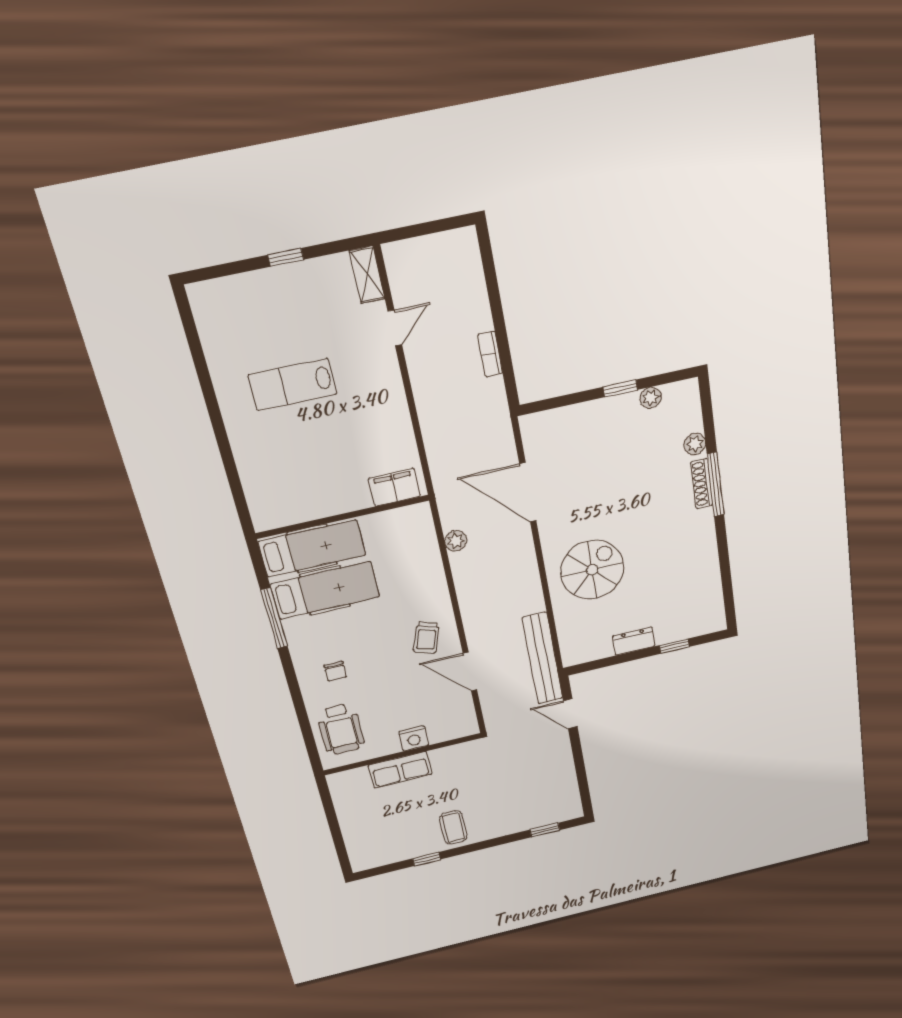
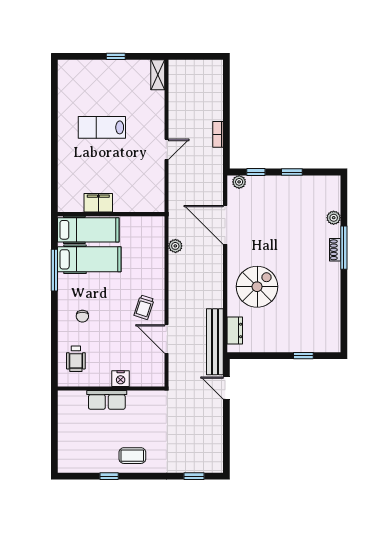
door: (395, 328) -> (166, 149), moved
plant: (651, 398) -> (239, 182), moved
window: (563, 401) -> (256, 172), added
shoe rack: (702, 484) -> (335, 250), width x0.70
filing cabinet: (394, 487) -> (98, 203), moved
dresser: (634, 641) -> (235, 330), moved, turned 90
wheelchair: (341, 729) -> (76, 359), width x0.73, depth x0.73
coffee table: (453, 827) -> (132, 456), turned 90

